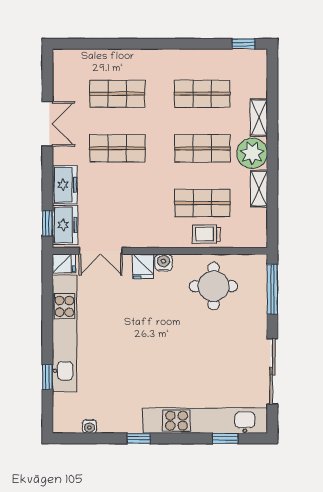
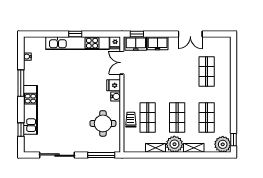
plant: (252, 64) -> (223, 144), added
shop shelf: (117, 148) -> (177, 72), removed
window: (47, 377) -> (75, 34), moved
kitchen unit: (205, 421) -> (30, 110), width x0.73
window: (139, 438) -> (21, 83), width x2.17

